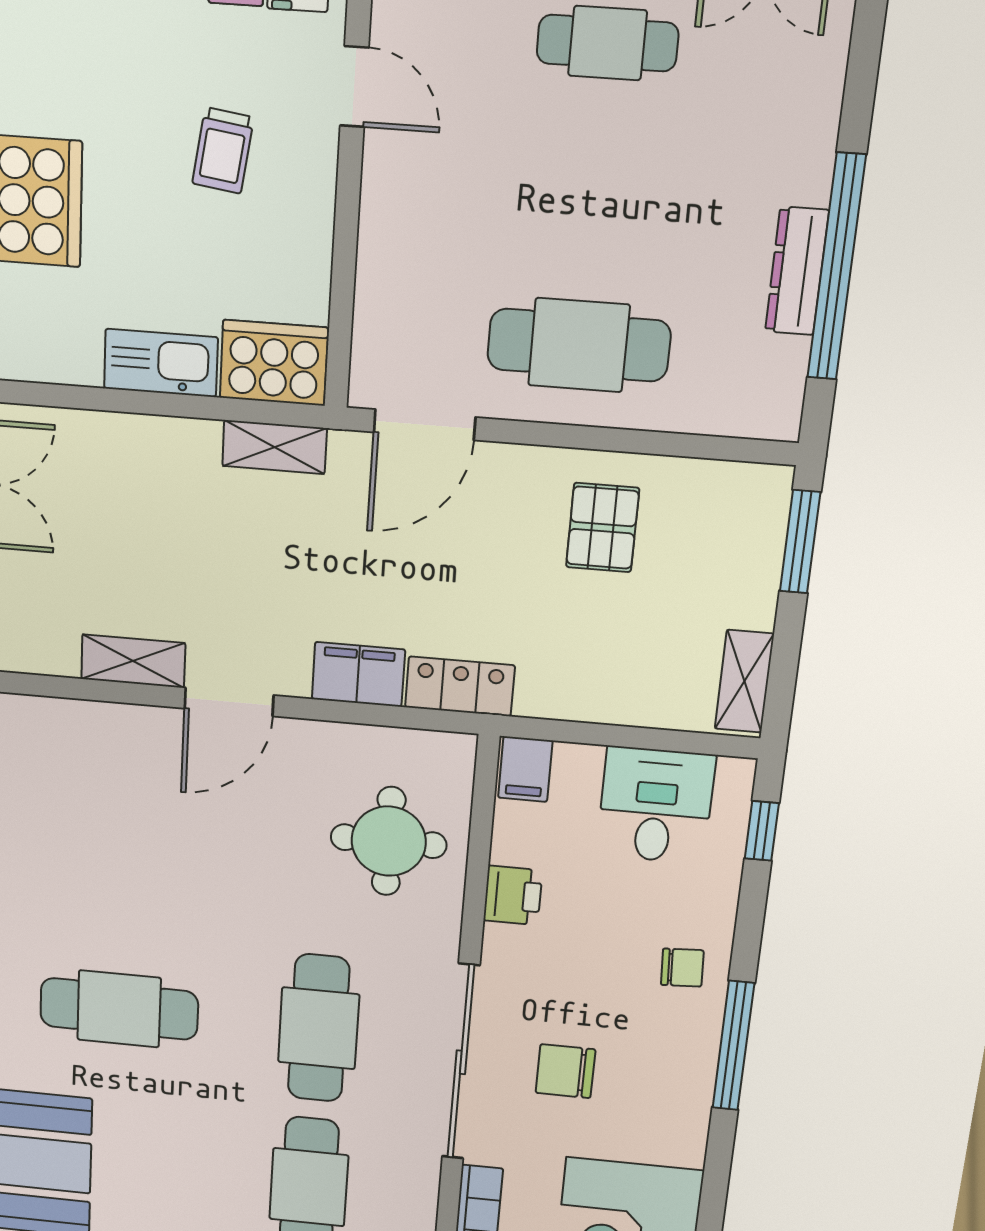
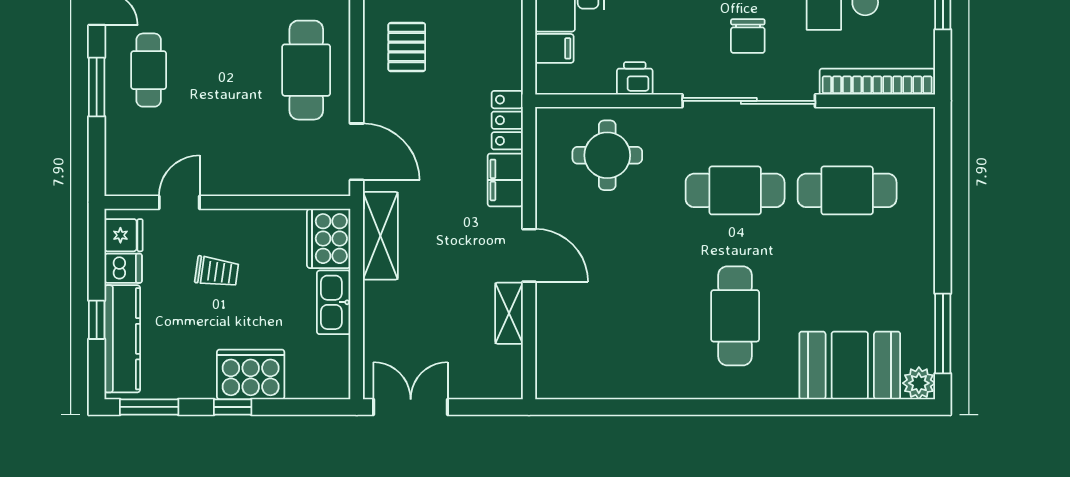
shelving: (274, 447) -> (380, 236), width x1.50, depth x1.33
pallet: (603, 528) -> (407, 47), turned 90
filing cabinet: (525, 769) -> (554, 48), moved

